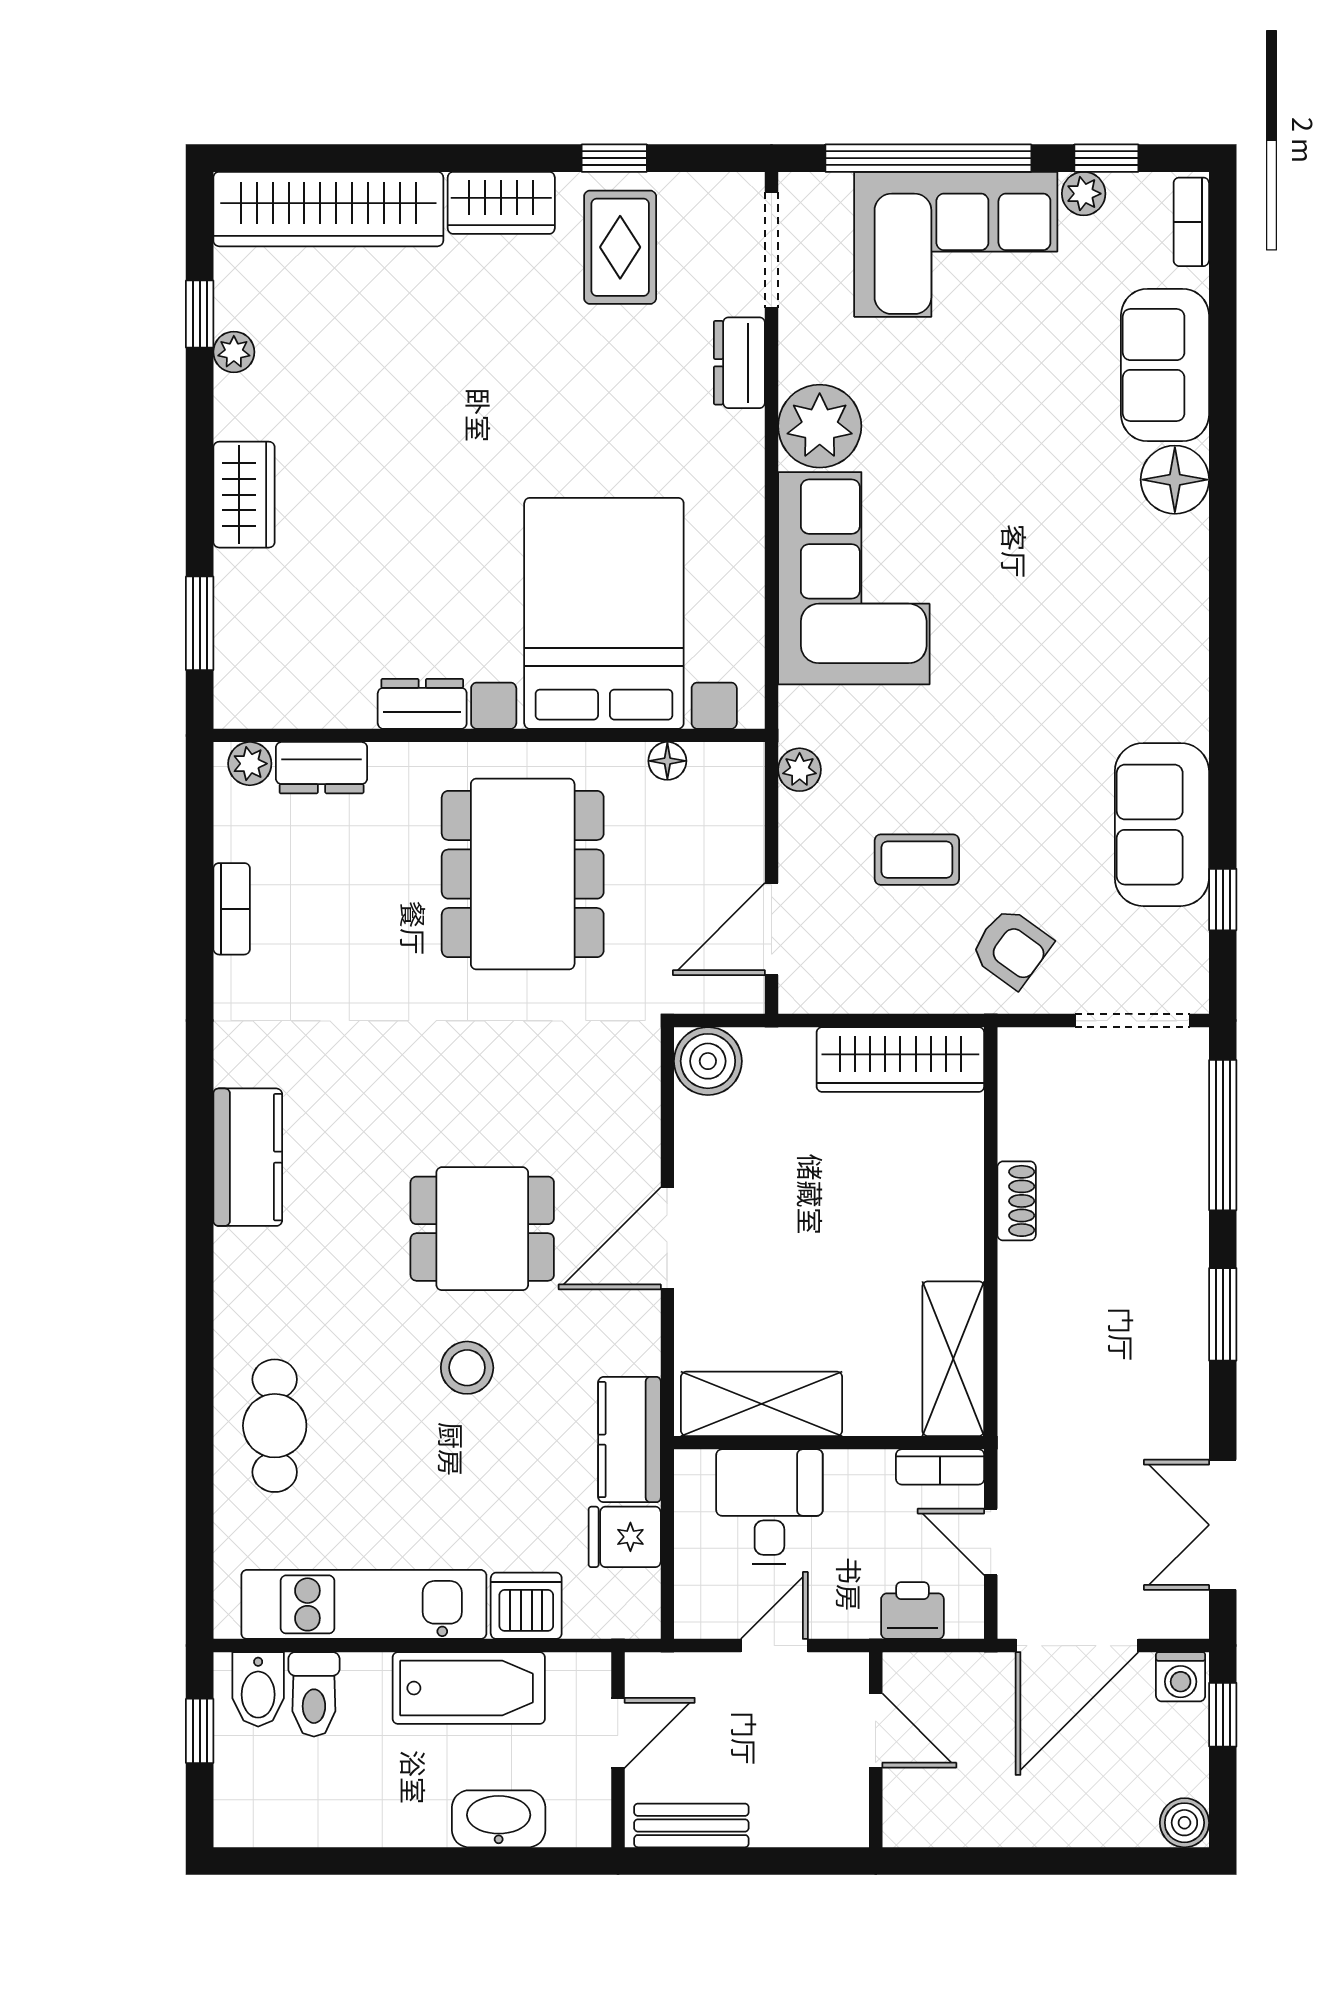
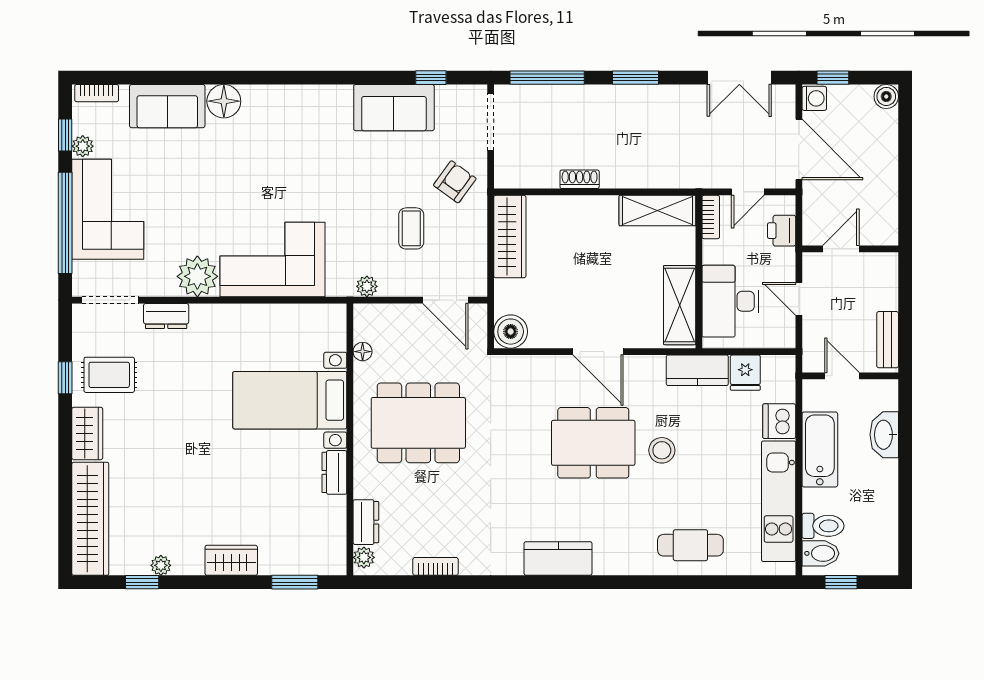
bed with nightstands: (604, 613) -> (290, 400), width x0.73
dining table: (482, 1229) -> (593, 443), width x1.38
desk: (769, 1507) -> (730, 301), width x1.37

